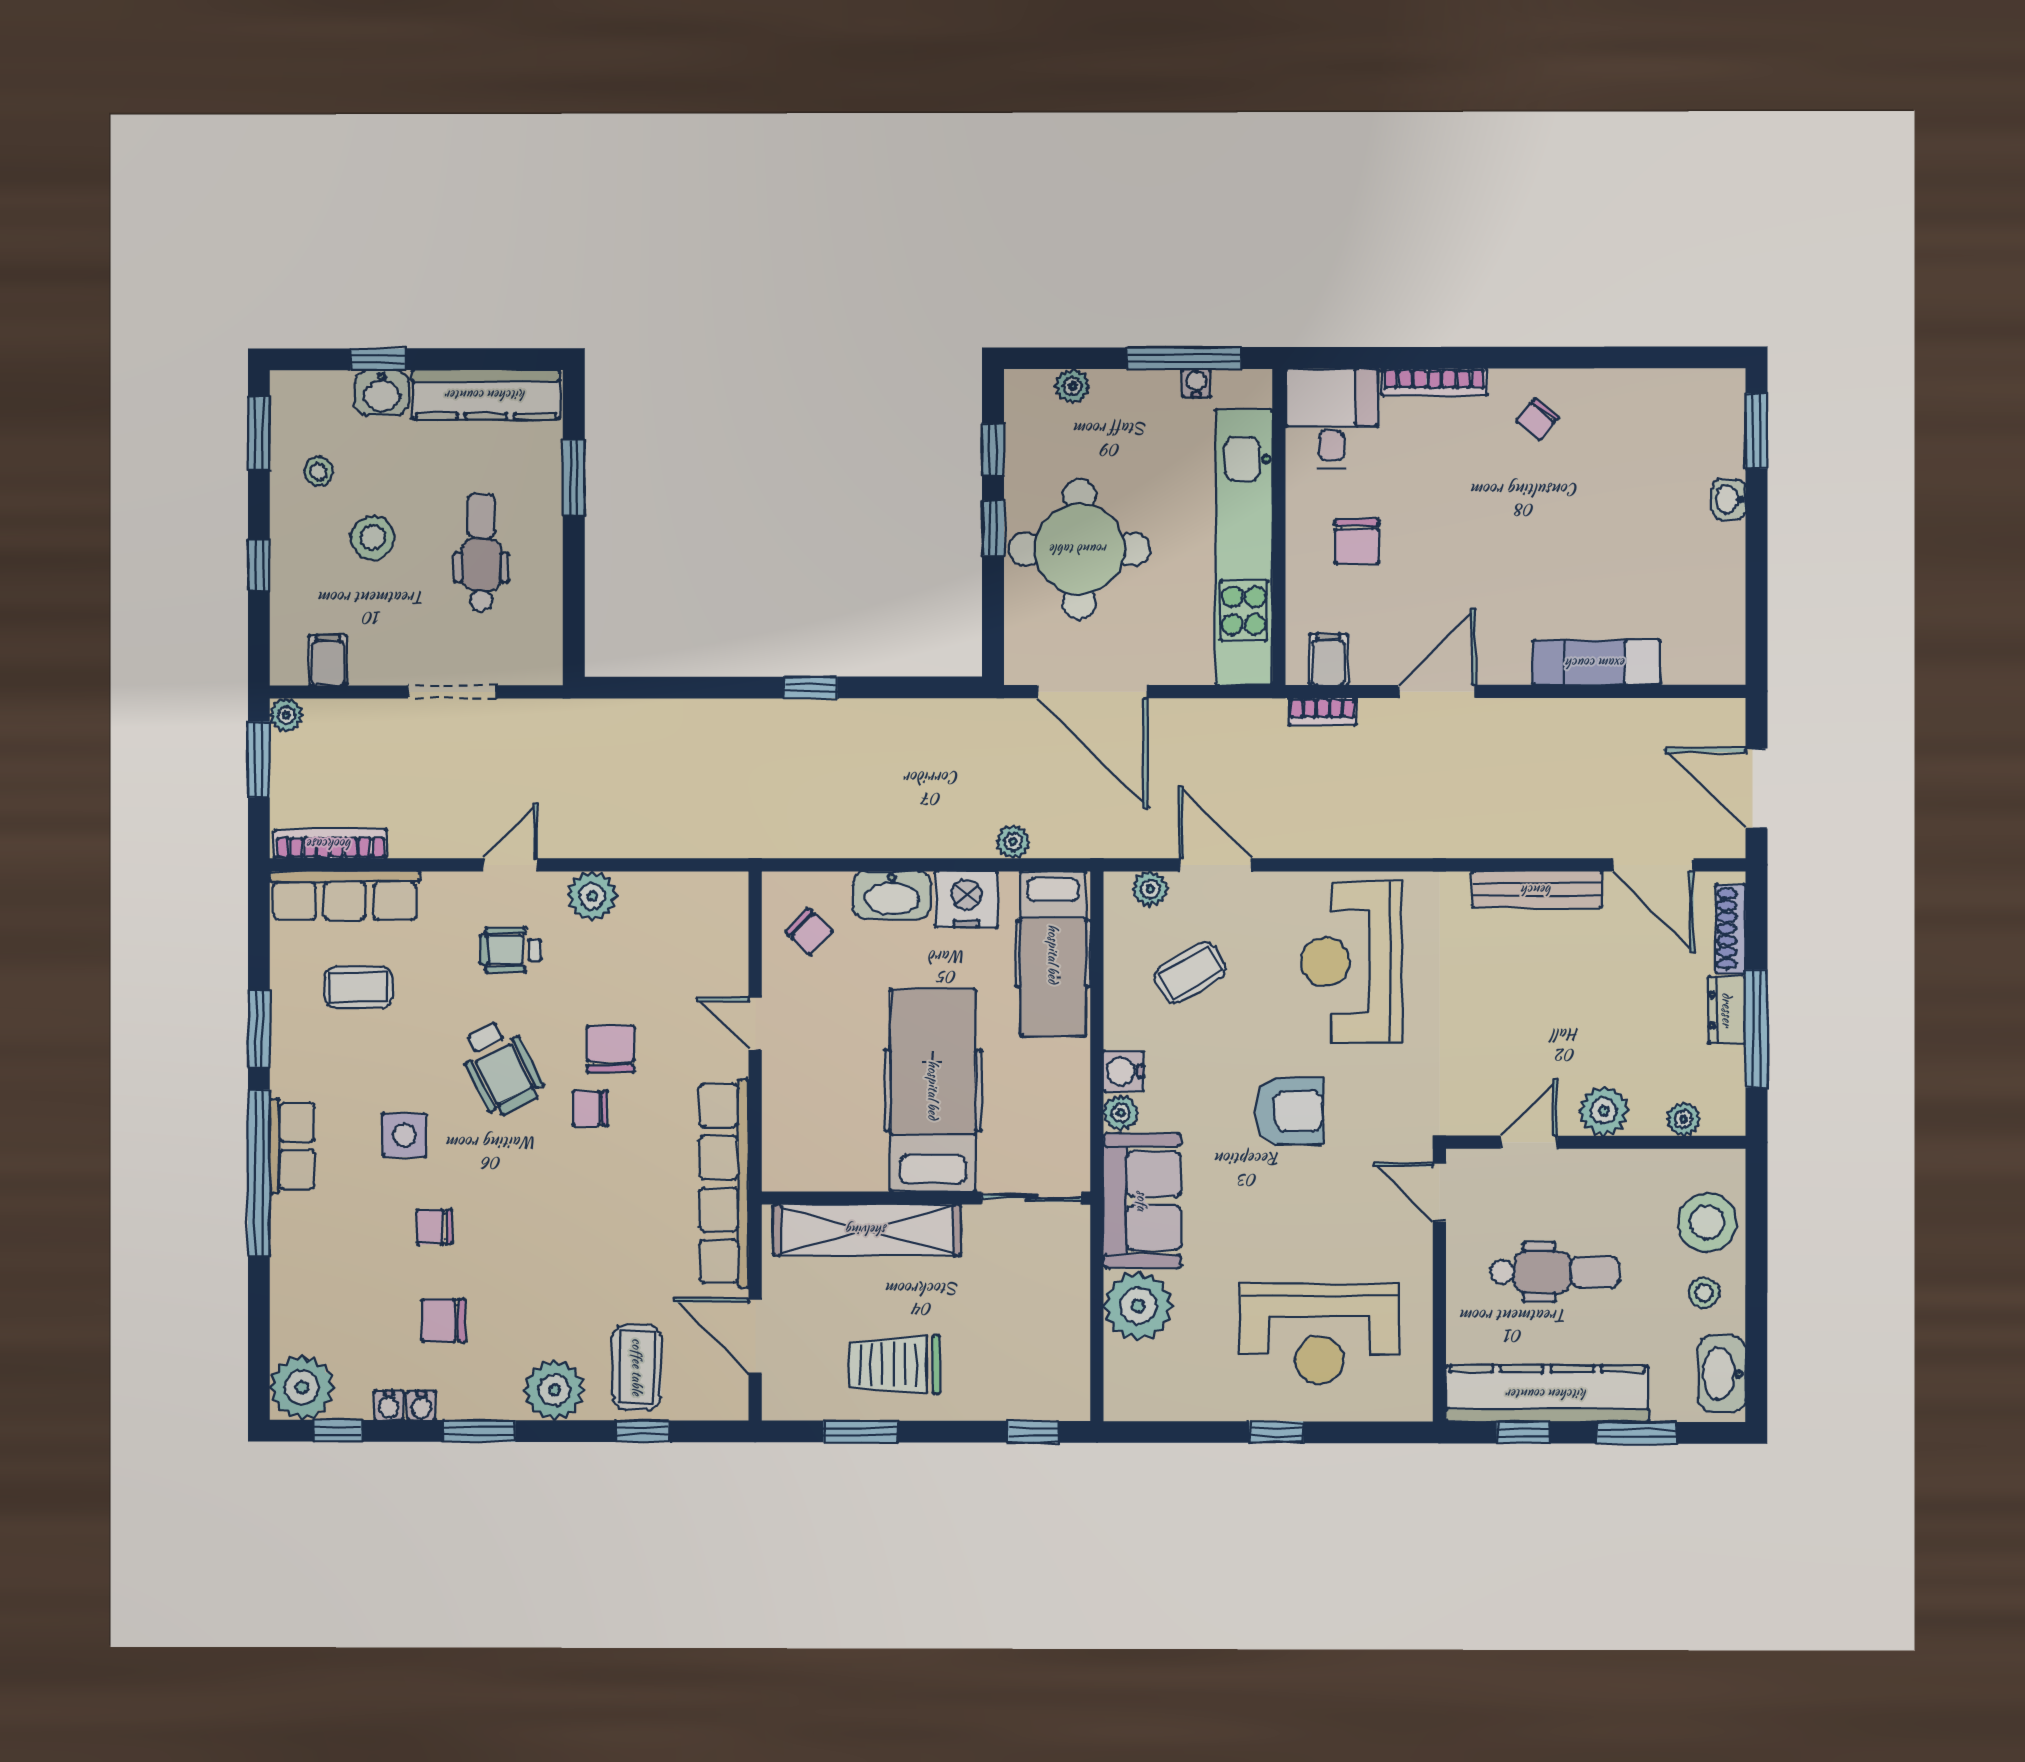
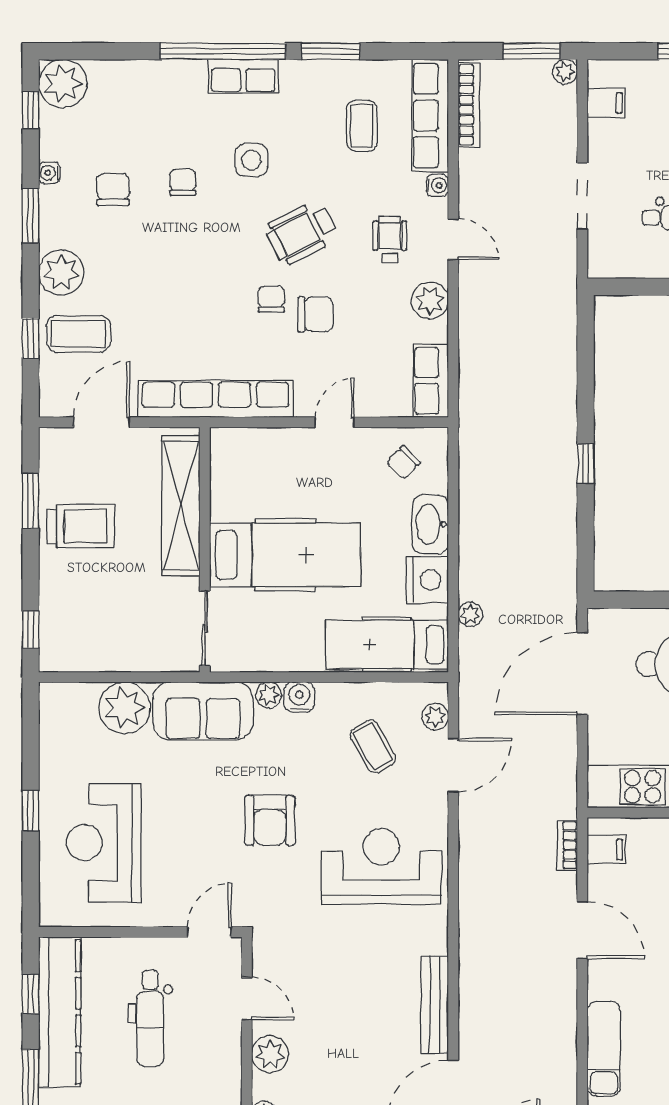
row of seats: (699, 895) -> (431, 381), added
trolley: (894, 1364) -> (81, 526), turned 90
water cooler: (389, 1405) -> (437, 185), moved, turned 180

